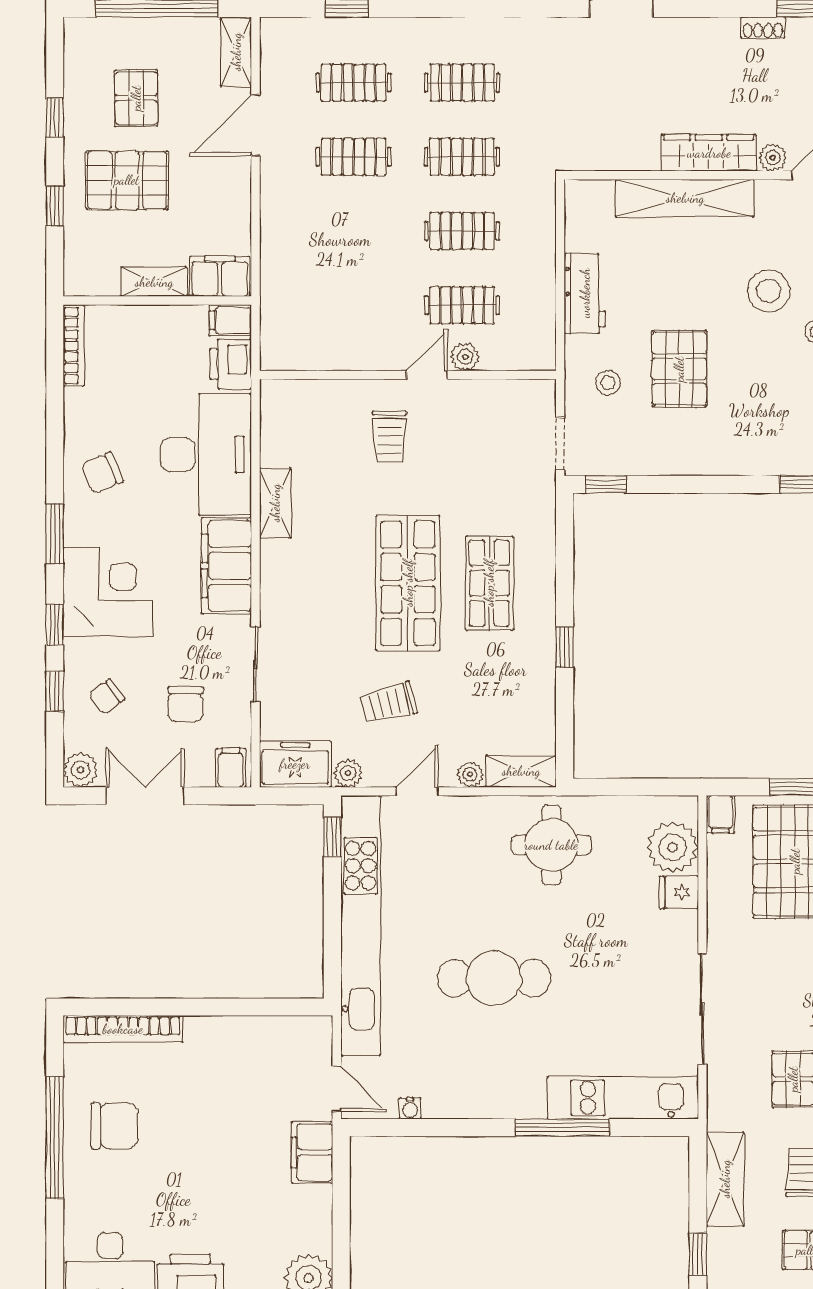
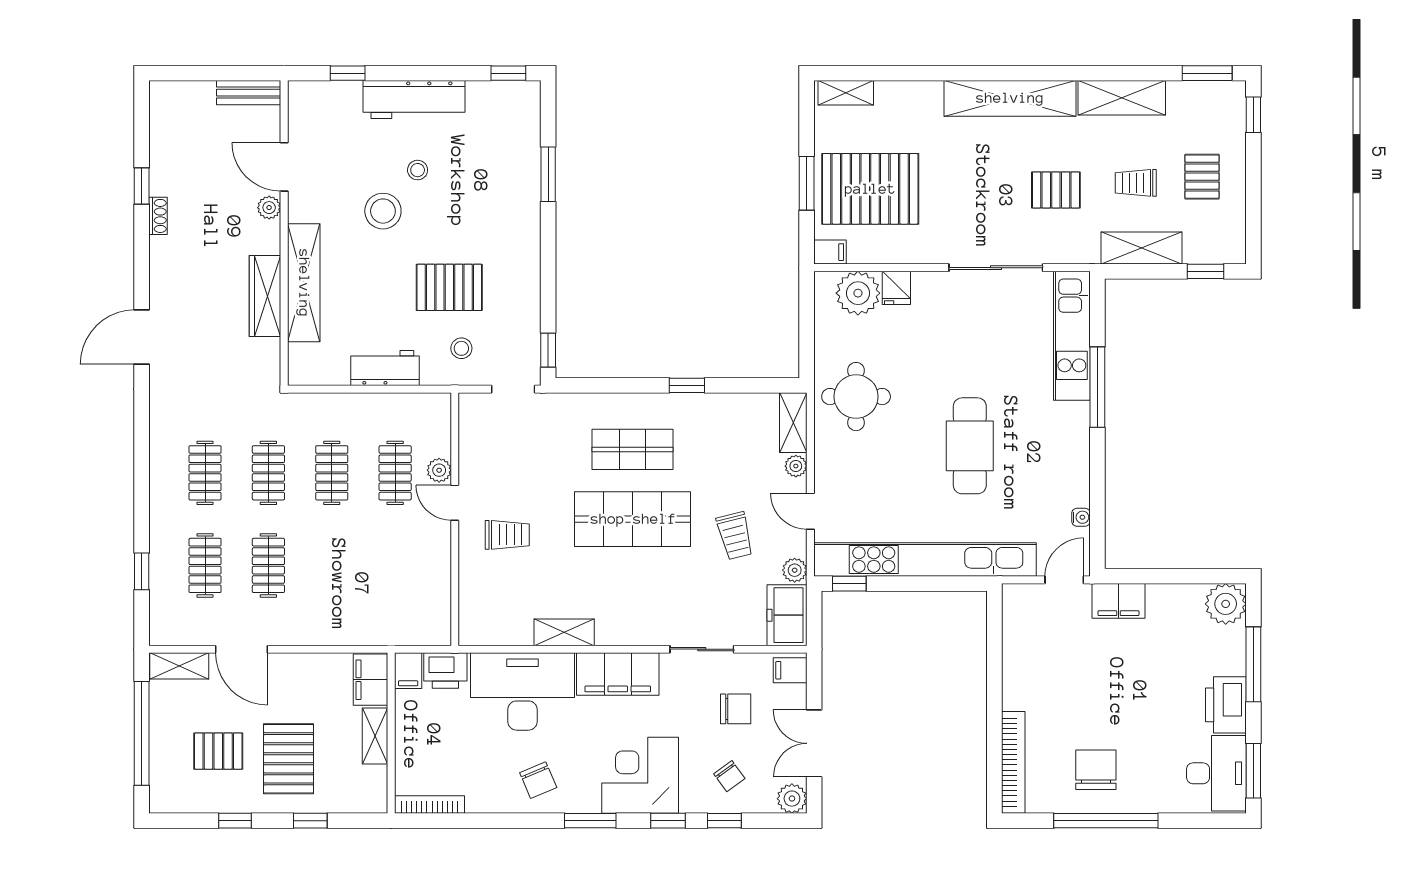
wardrobe: (709, 153) -> (265, 296), moved

